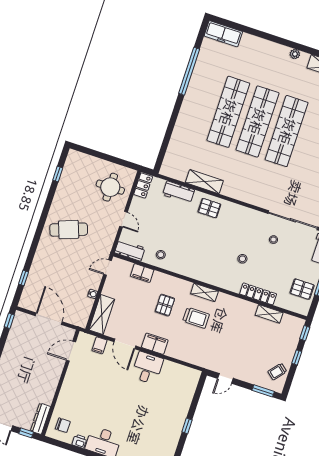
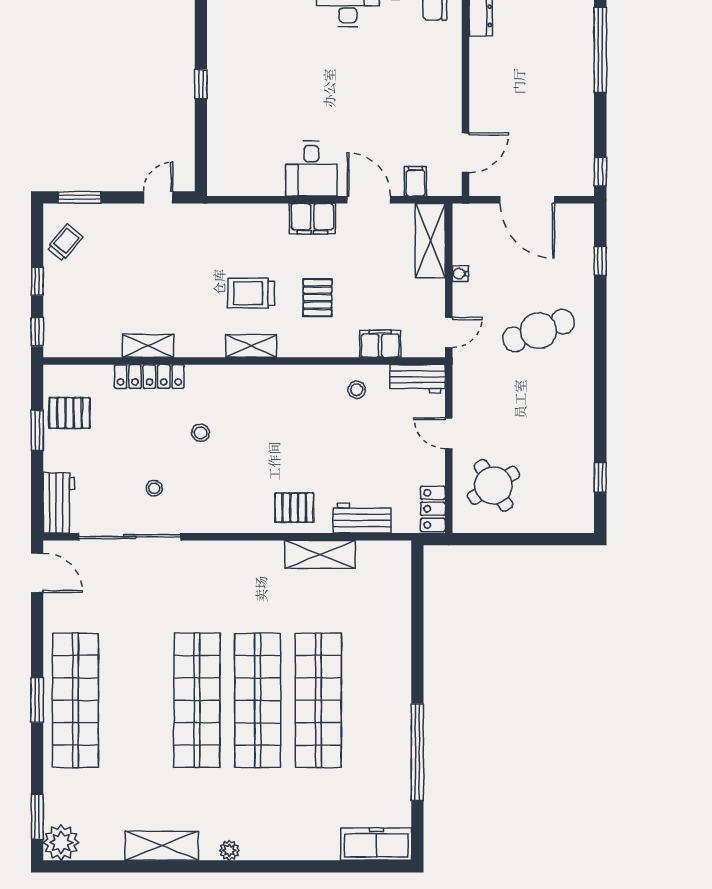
round table: (110, 187) -> (493, 485), turned -32
cafe table: (69, 230) -> (538, 330), moved
shelving: (269, 314) -> (148, 346), moved

